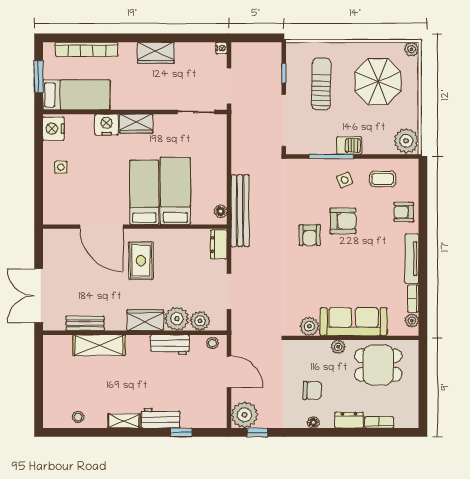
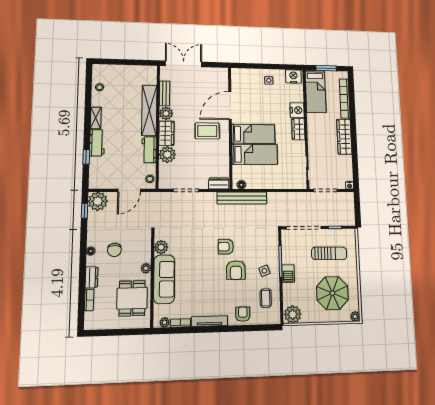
wardrobe: (156, 53) -> (344, 137), width x1.50
plant: (200, 321) -> (166, 113), moved
shelving: (99, 345) -> (149, 110), width x1.47

